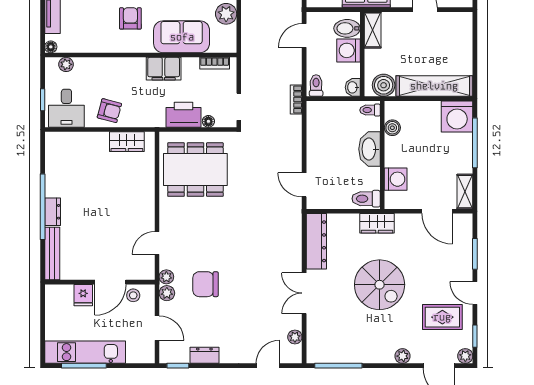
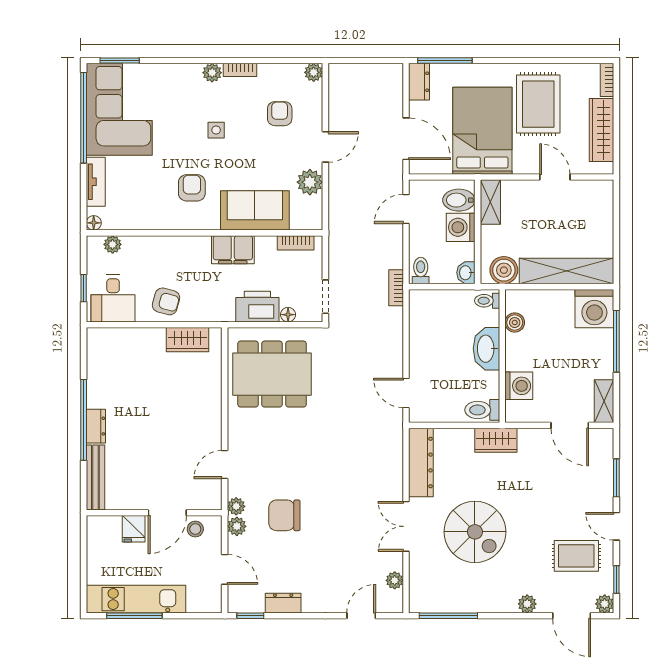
spiral stairs: (380, 285) -> (475, 532), moved

